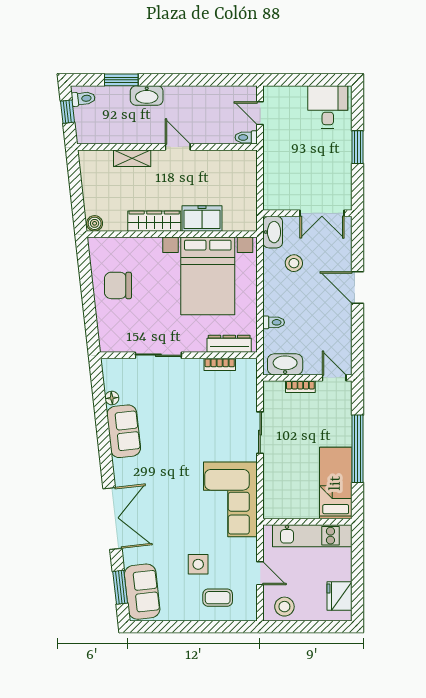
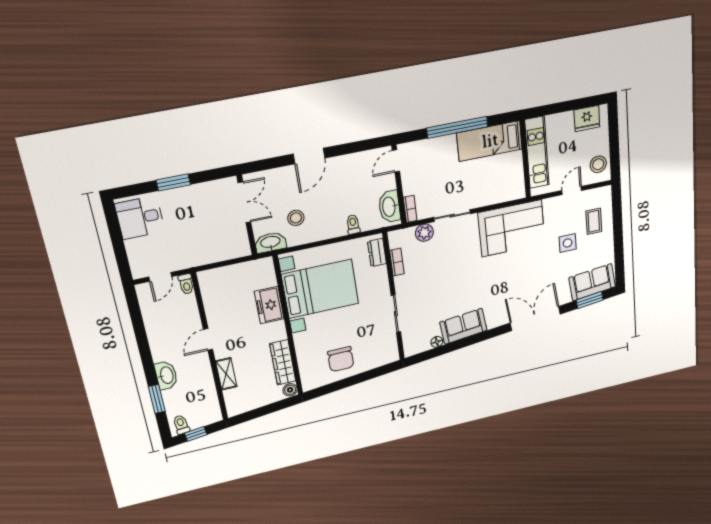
wardrobe: (154, 221) -> (283, 362), moved
dresser: (229, 344) -> (377, 253), width x0.70
bookcase: (300, 387) -> (410, 209), moved
plant: (247, 399) -> (424, 233), added

